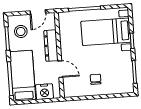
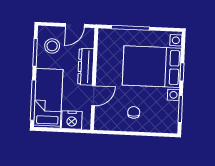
bed with nightstands: (106, 32) -> (152, 67), width x1.36
door: (60, 69) -> (94, 96), hinge flipped

